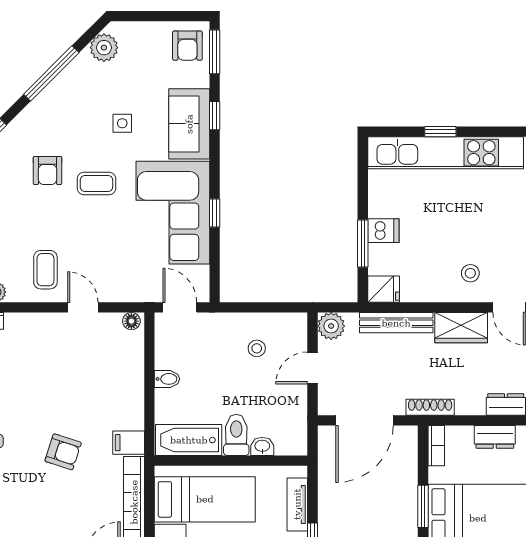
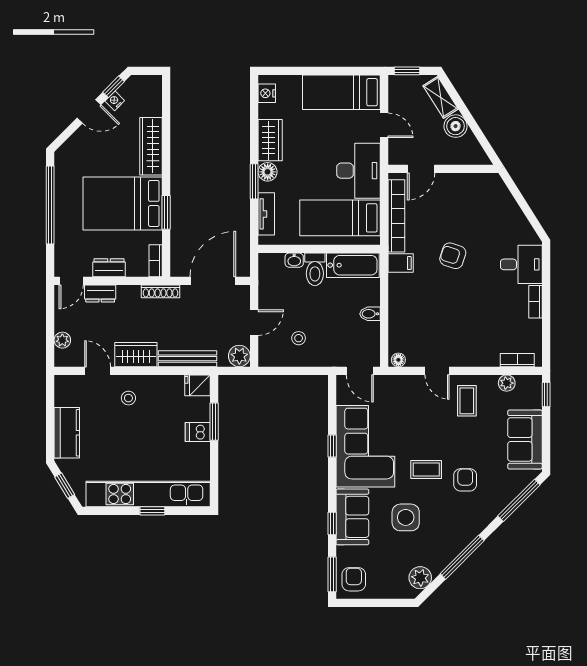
side table: (122, 123) -> (406, 517), width x1.87, depth x1.87

